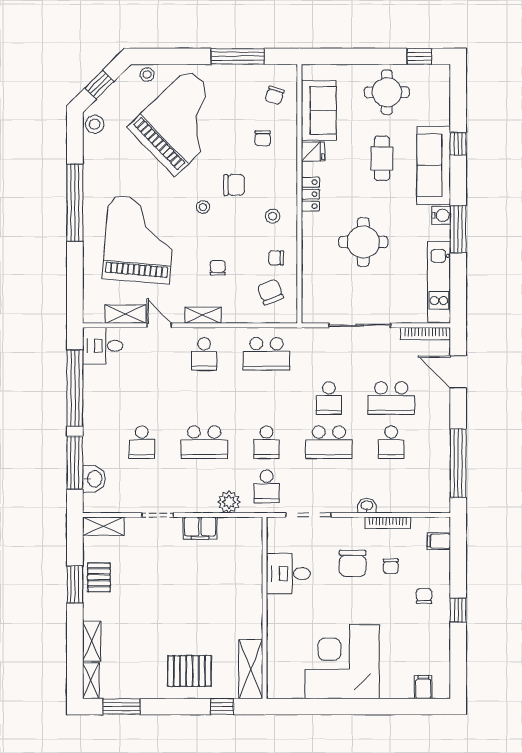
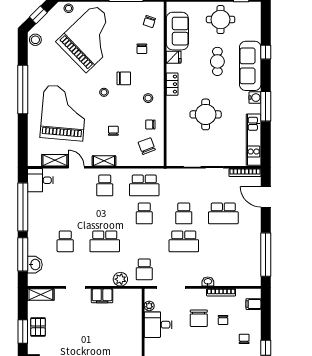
school desk: (266, 442) -> (144, 213), moved
school desk: (391, 442) -> (223, 241), removed
plant: (274, 544) -> (149, 306), added

